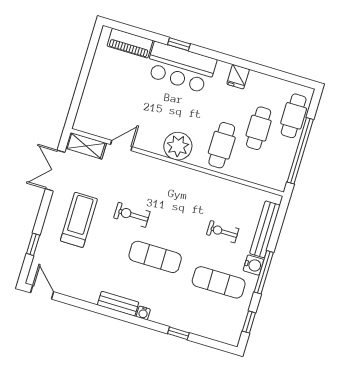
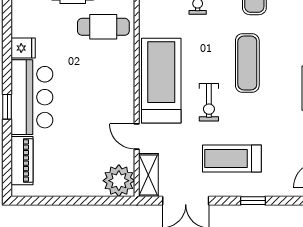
fridge: (238, 77) -> (23, 48), moved
plant: (178, 146) -> (119, 181), moved
treadmill: (162, 180) -> (161, 81), added
window: (33, 244) -> (253, 201), moved

